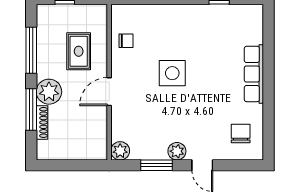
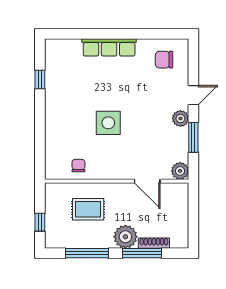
door: (109, 92) -> (147, 181), moved

